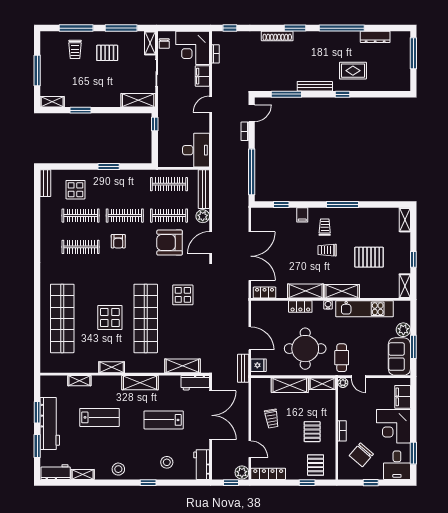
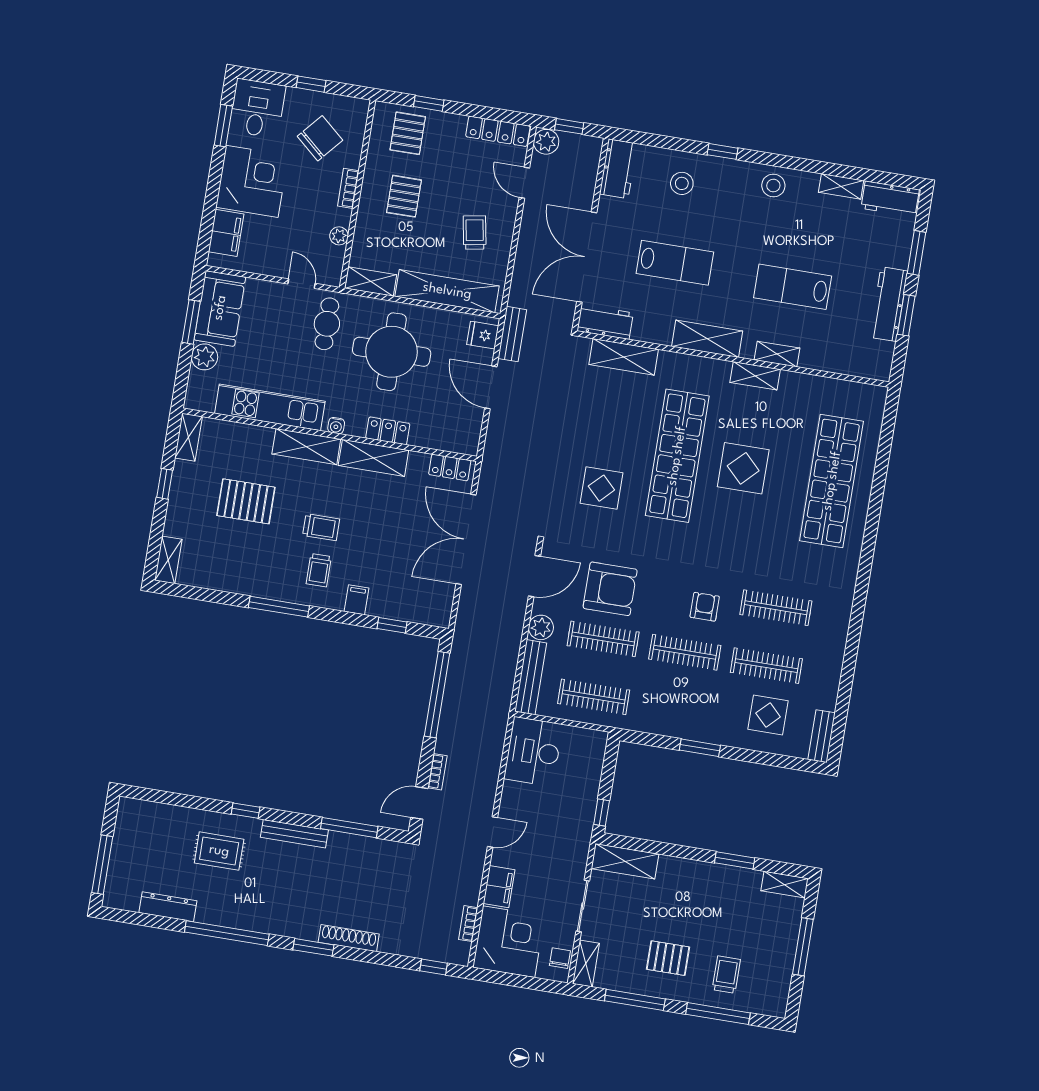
shelving: (79, 381) -> (777, 354), moved
plant: (343, 383) -> (339, 236), moved
shelving: (290, 385) -> (447, 291), width x1.47
workbench: (50, 424) -> (889, 304), width x0.73, depth x0.76

